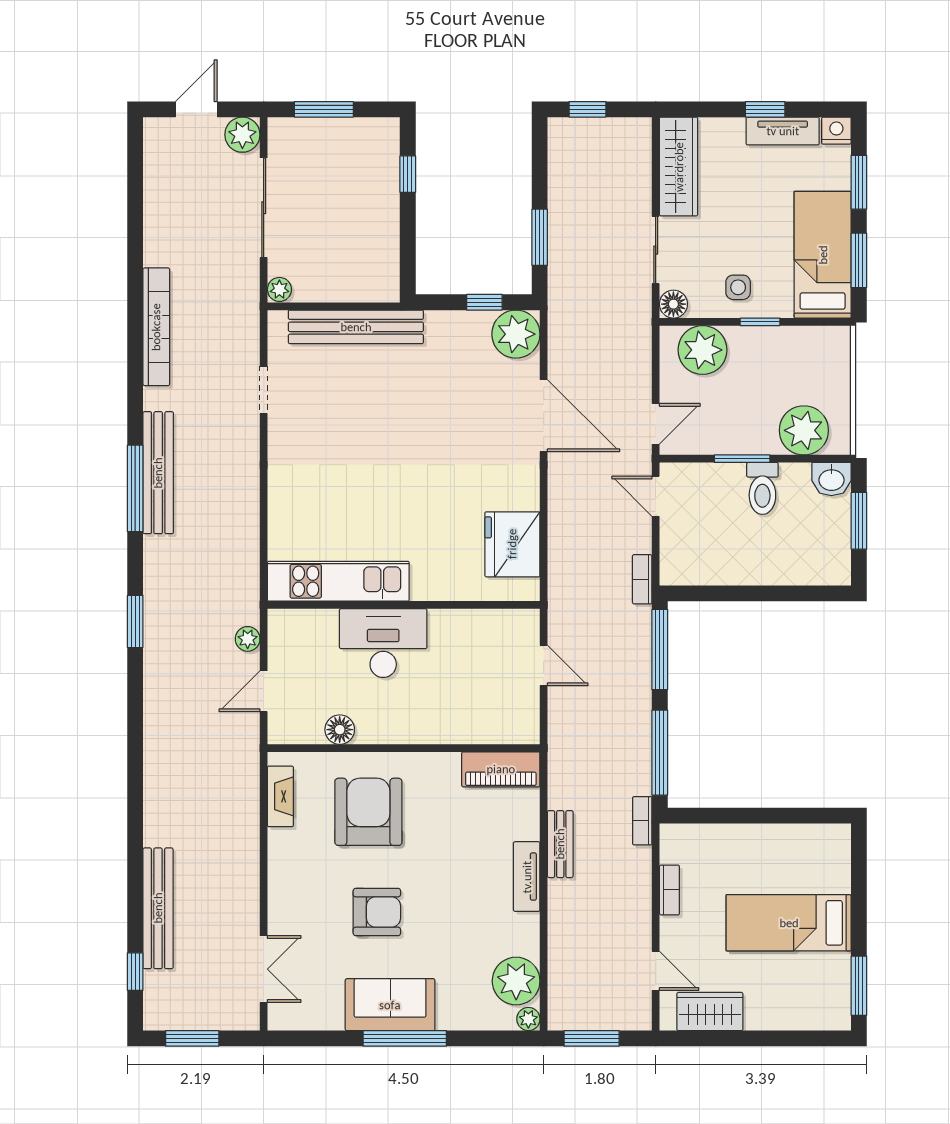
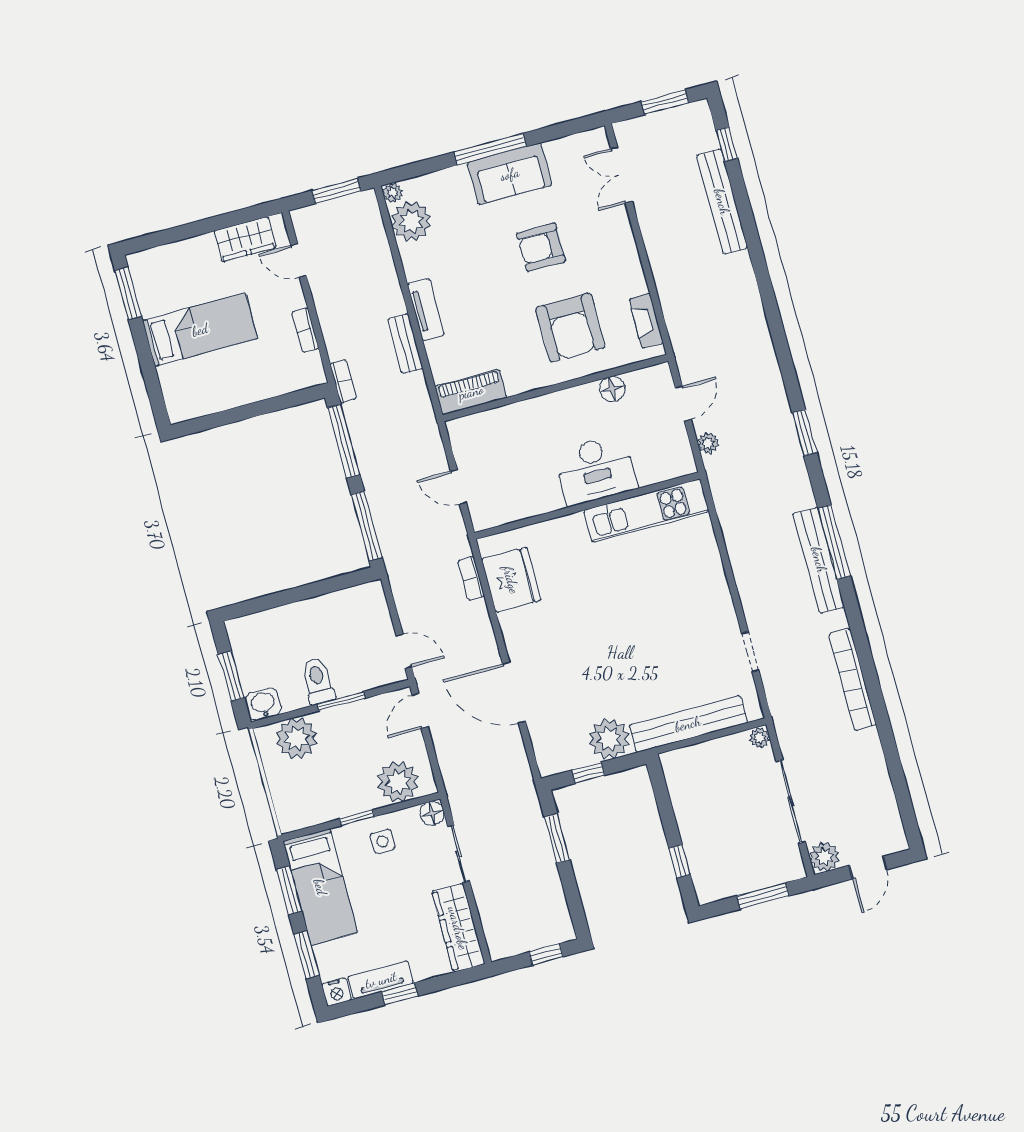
plant: (516, 334) -> (609, 739), moved
bookcase: (642, 579) -> (471, 578), moved, turned 180

